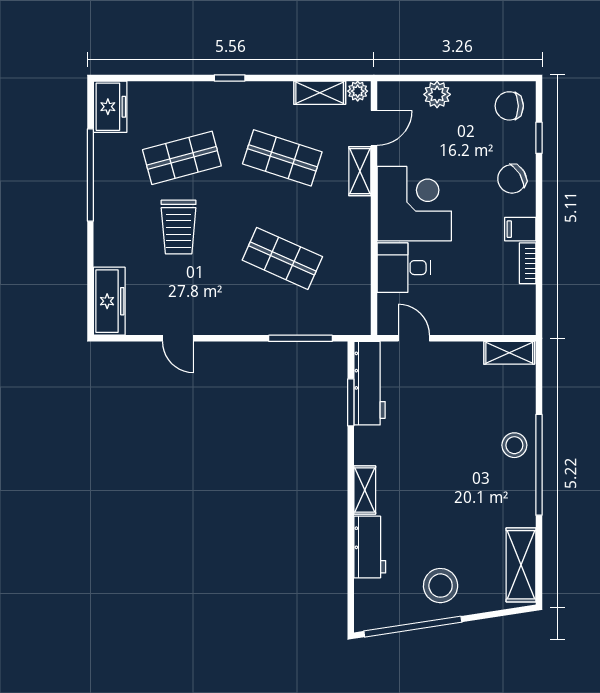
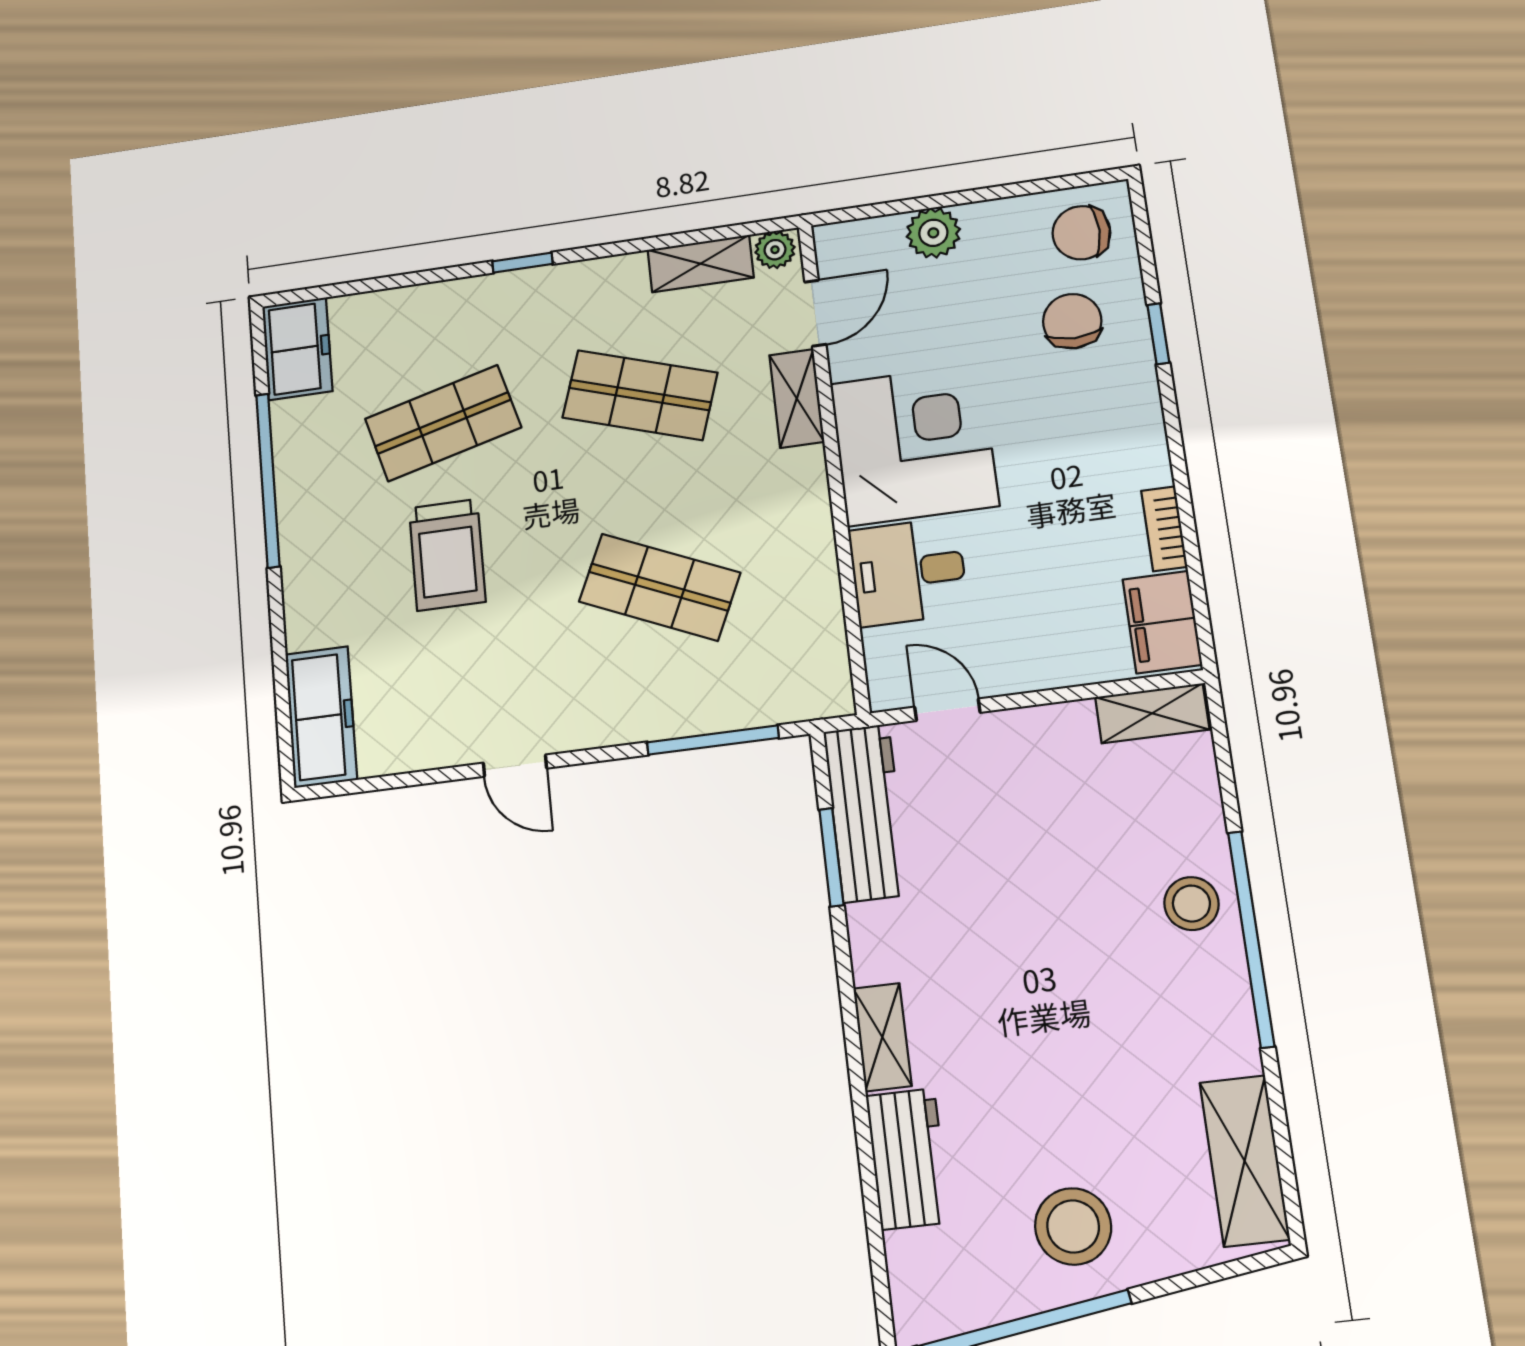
window: (539, 138) -> (1158, 334), moved
chair: (512, 179) -> (1072, 321), moved, turned 121
filing cabinet: (520, 229) -> (1162, 622), moved, width x2.00
door: (178, 338) -> (515, 766), moved

